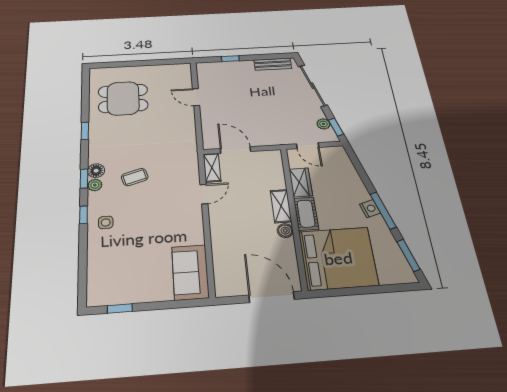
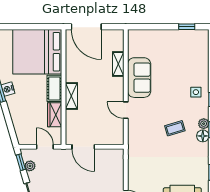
door: (235, 150) -> (83, 147), moved
shelving: (212, 168) -> (118, 64), moved
door: (204, 194) -> (126, 110), hinge flipped
boiler: (285, 231) -> (71, 76), removed
sofa: (190, 272) -> (139, 78), moved

